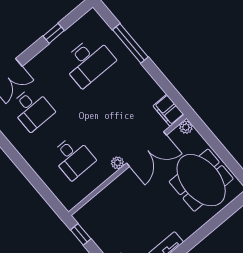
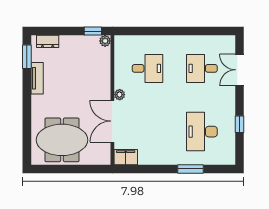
window: (130, 43) -> (191, 169), width x0.69
plant: (186, 127) -> (105, 41), moved
desk: (73, 158) -> (148, 68), turned 180

